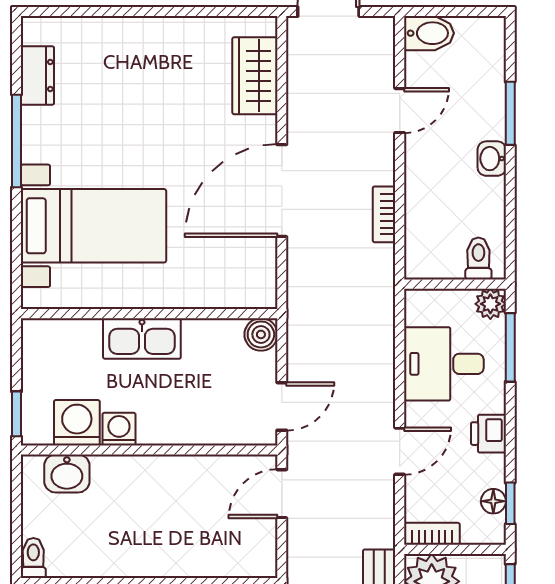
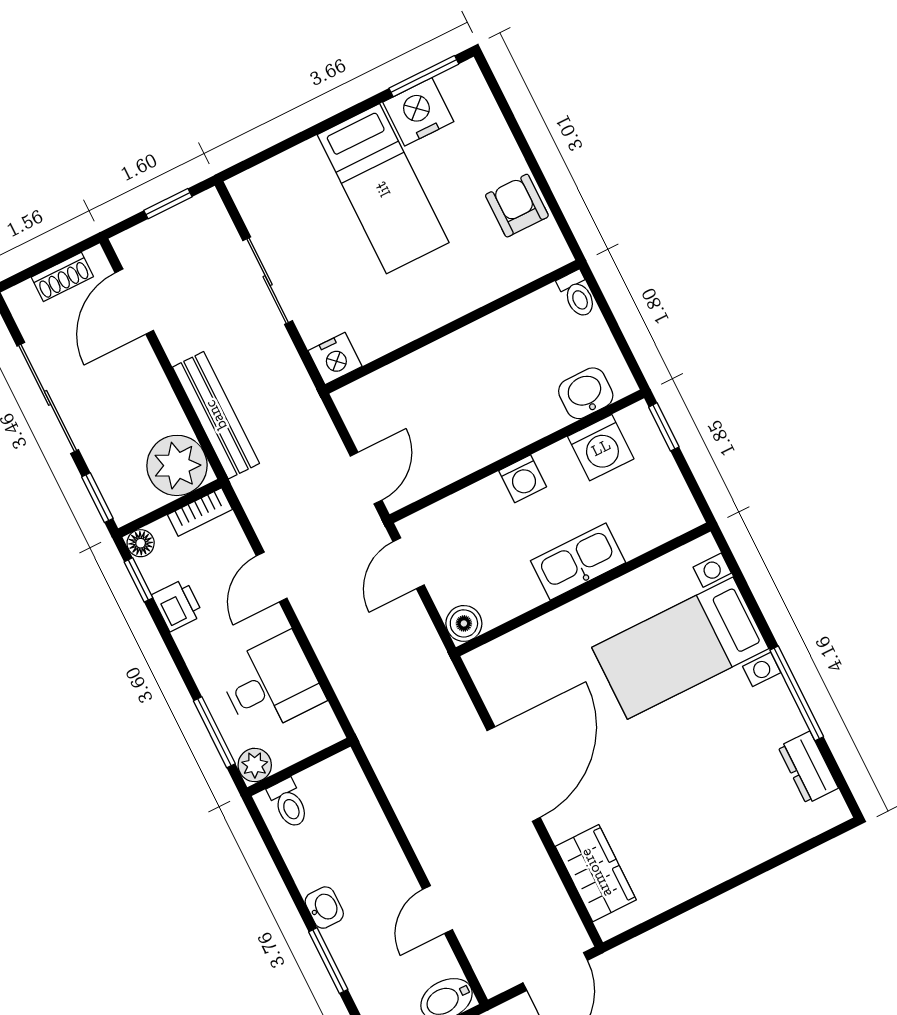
bookcase: (384, 214) -> (402, 801), removed
washing machine: (119, 429) -> (523, 479), moved
printer: (488, 434) -> (177, 605), moved
floor lamp: (493, 501) -> (141, 543), moved

